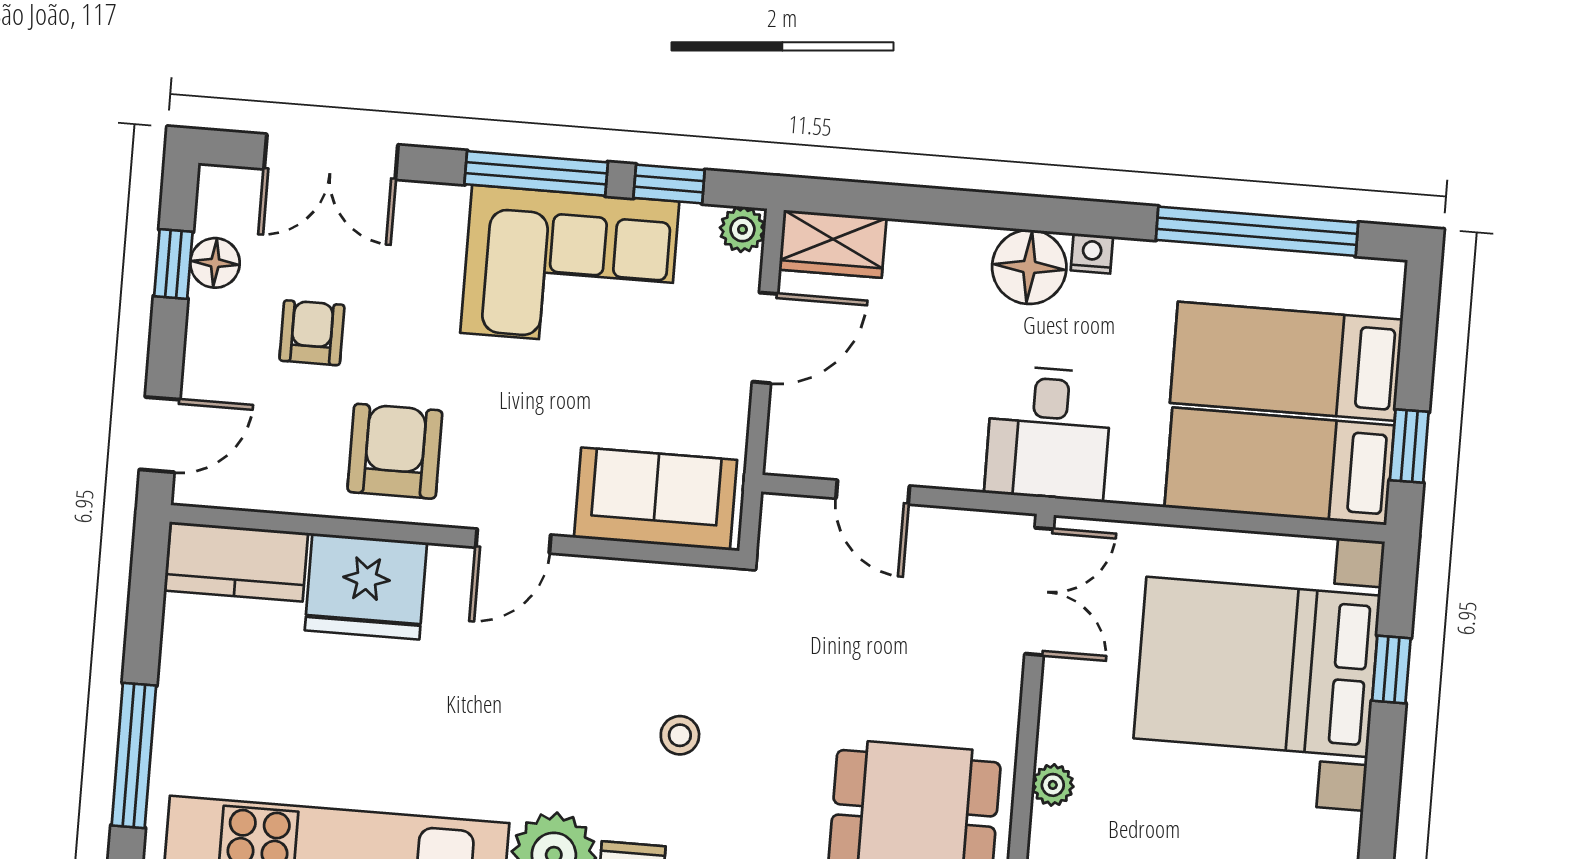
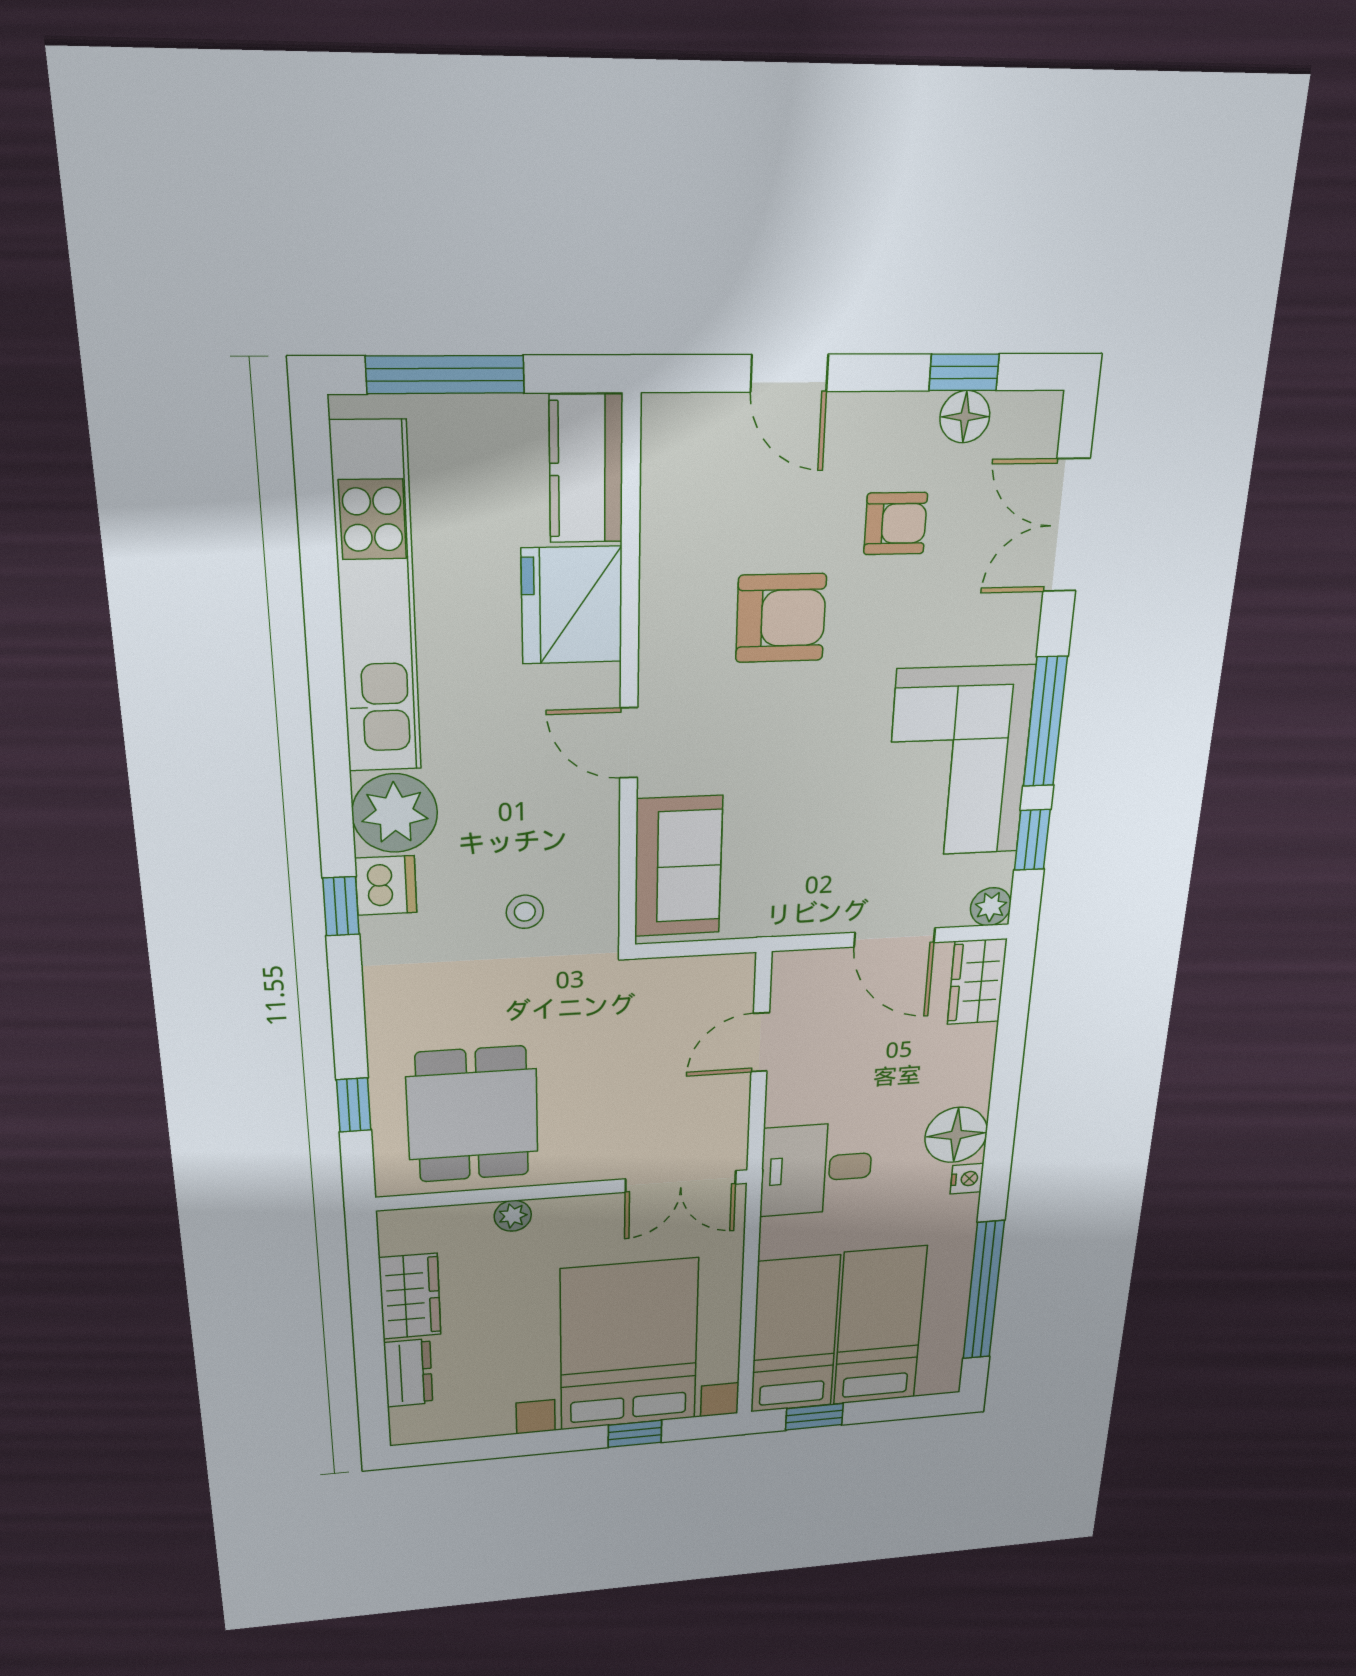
sofa: (656, 499) -> (678, 867), moved
wall: (454, 536) -> (629, 687), moved
door: (513, 541) -> (629, 743), moved
kitchen counter: (237, 562) -> (586, 469), moved
fridge: (366, 586) -> (572, 605), moved

